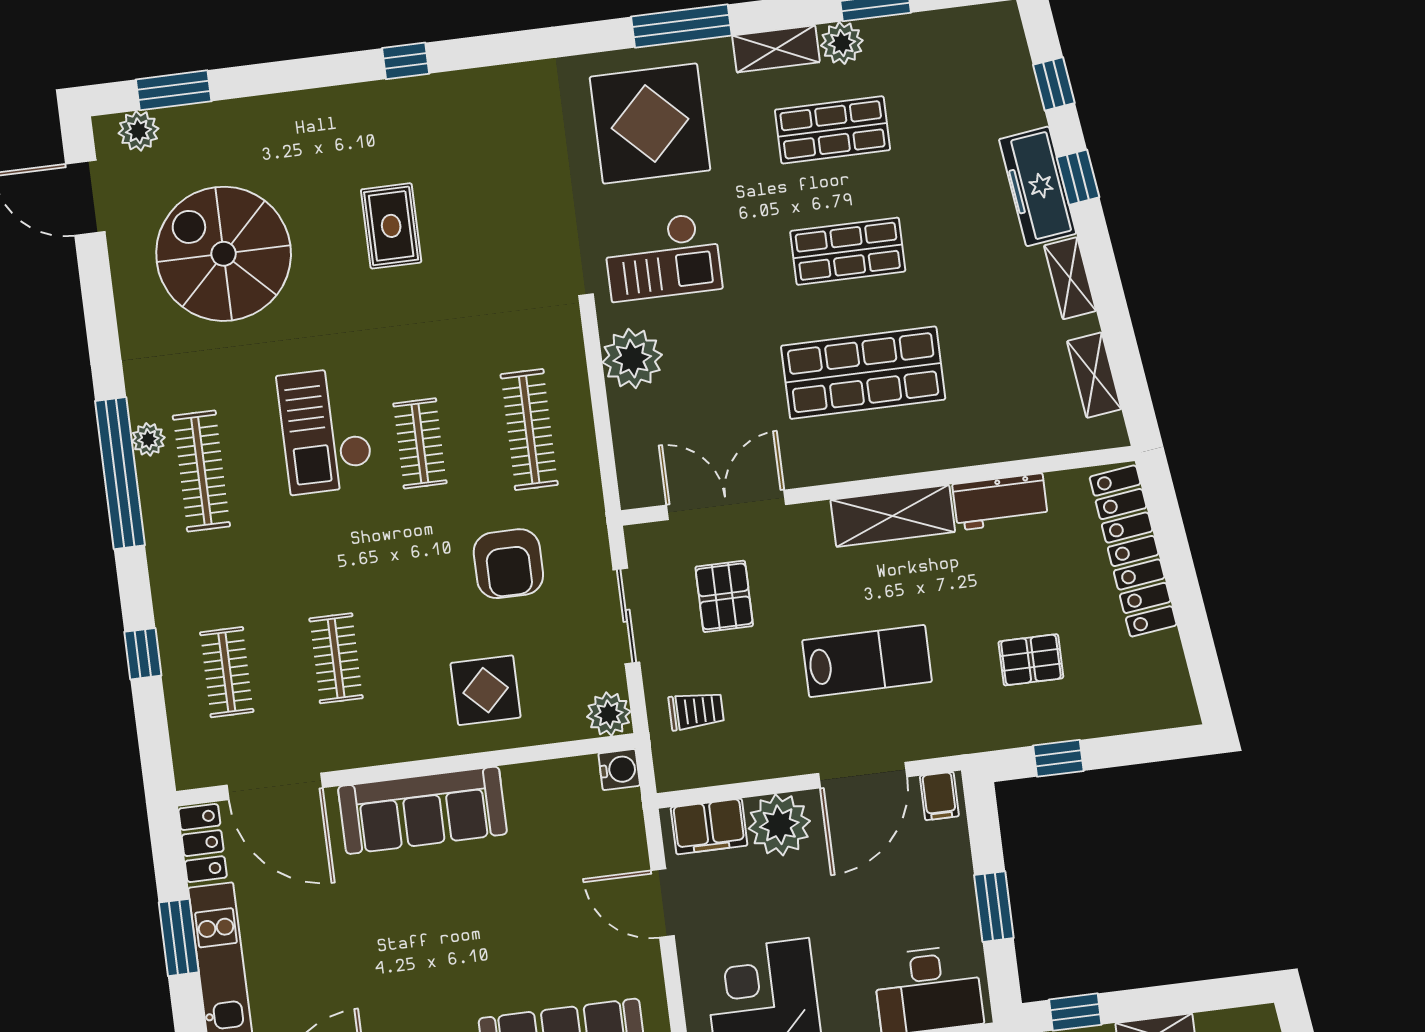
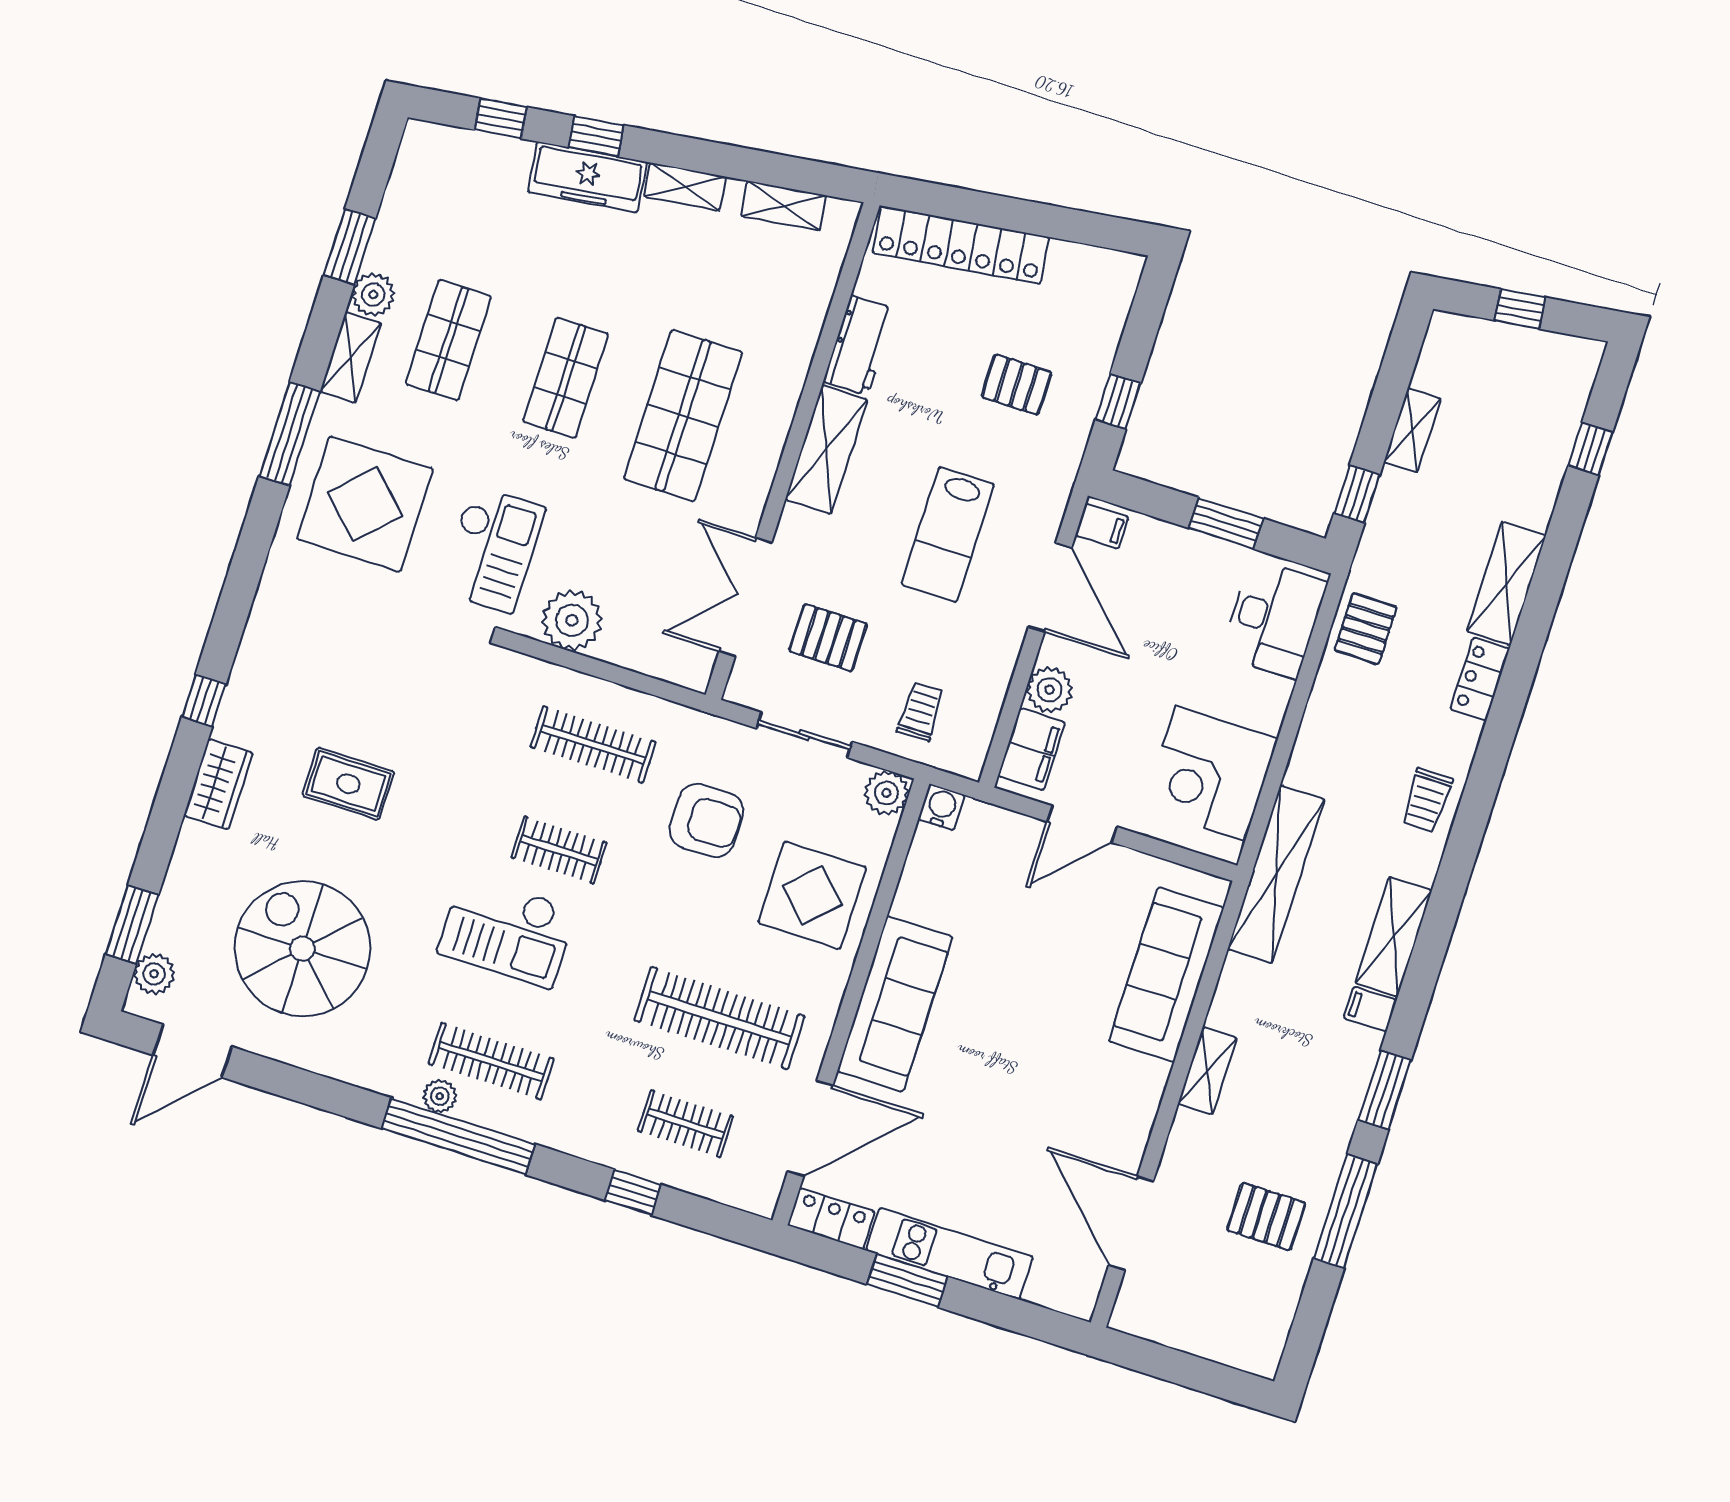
wardrobe: (336, 109) -> (218, 784), added
spiral stairs: (224, 254) -> (302, 949), turned 90
clothes rail: (336, 658) -> (719, 1018), width x1.86, depth x1.31
pallet: (1031, 660) -> (1016, 385), turned 90
lab bench: (867, 661) -> (948, 535), turned 180
display table: (486, 690) -> (812, 895), width x1.36, depth x1.36
plant: (779, 825) -> (1049, 690), width x0.73, depth x0.73

